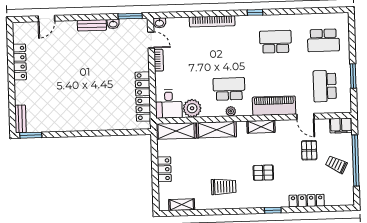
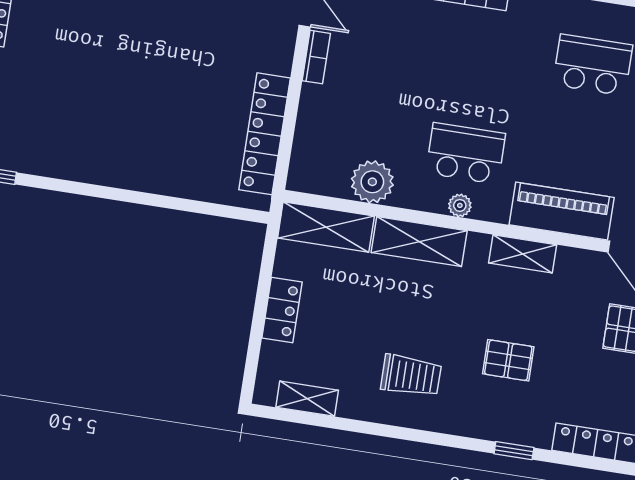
desk: (169, 104) -> (320, 162), removed

